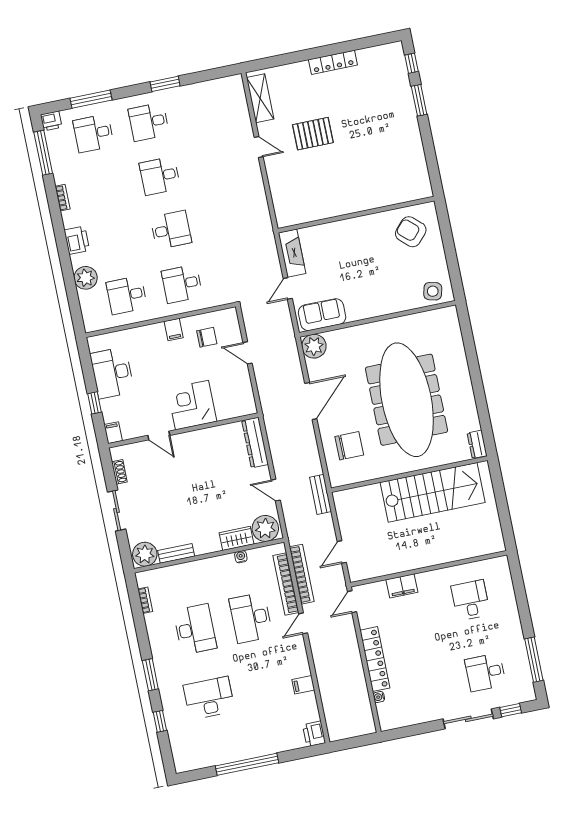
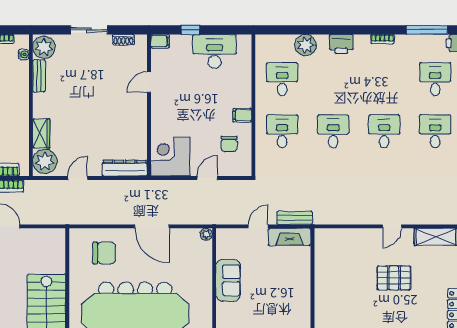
pallet: (313, 134) -> (394, 278), turned 90
desk: (171, 230) -> (333, 131), turned 180
door: (288, 288) -> (258, 226), hinge flipped
sofa: (322, 315) -> (228, 280), moved
plant: (314, 346) -> (206, 234), width x0.53, depth x0.53
corner desk: (192, 405) -> (170, 157), moved, turned -90
chair: (349, 446) -> (104, 253), turned -90
bench: (321, 494) -> (295, 218), moved
water cooler: (241, 557) -> (24, 54), moved

